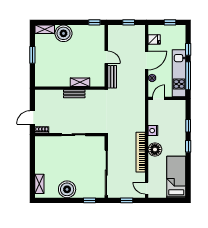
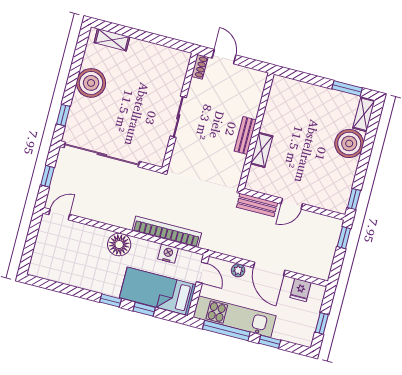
window: (129, 22) -> (344, 238), moved
window: (32, 55) -> (347, 88), moved
nightstand: (153, 131) -> (168, 254), moved
bookcase: (141, 152) -> (167, 232), moved
bed: (176, 177) -> (158, 291), moved, turned 180

